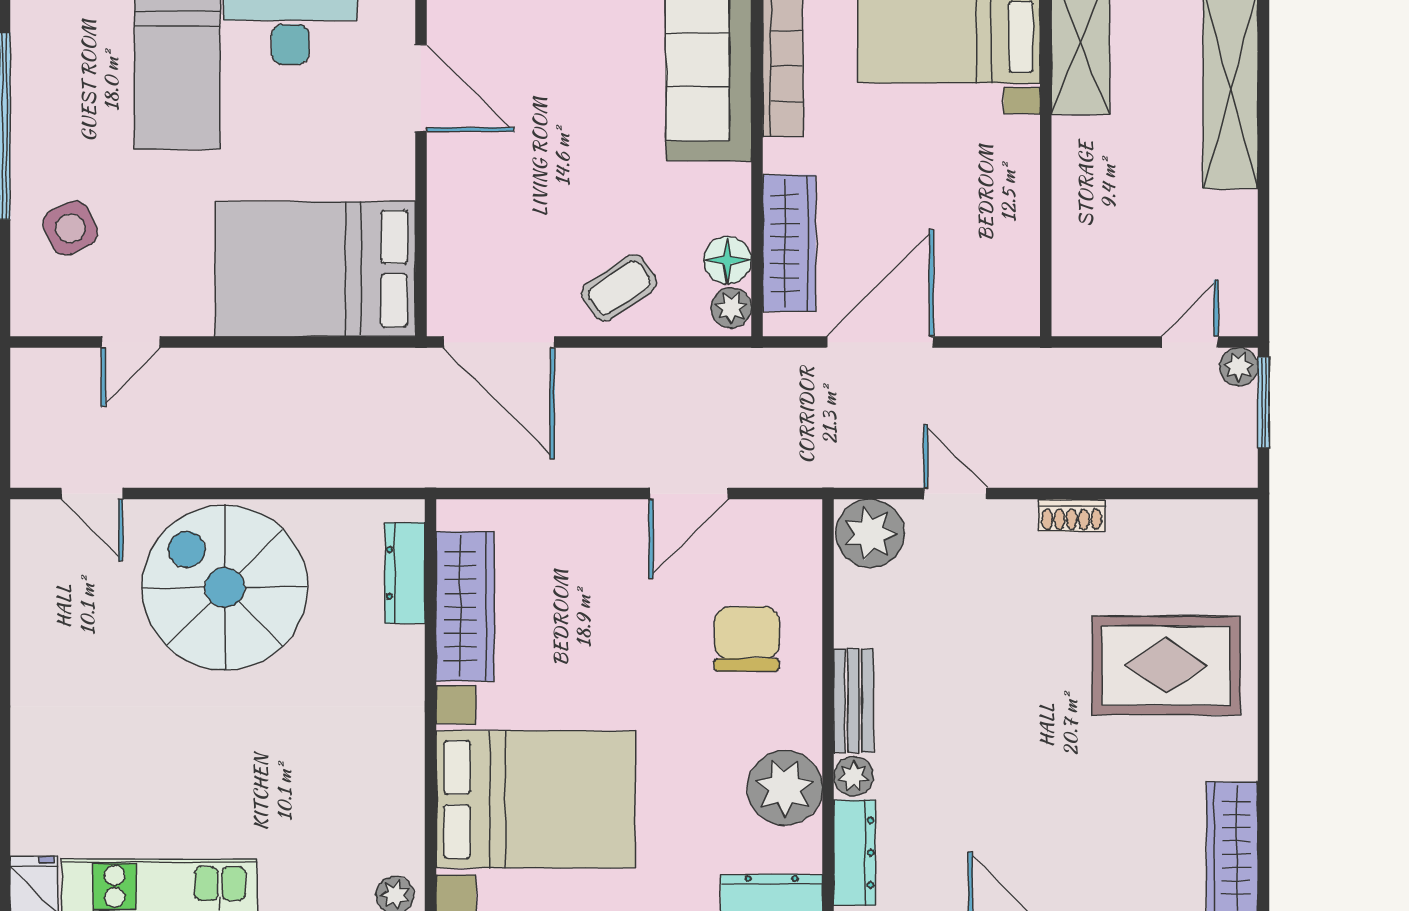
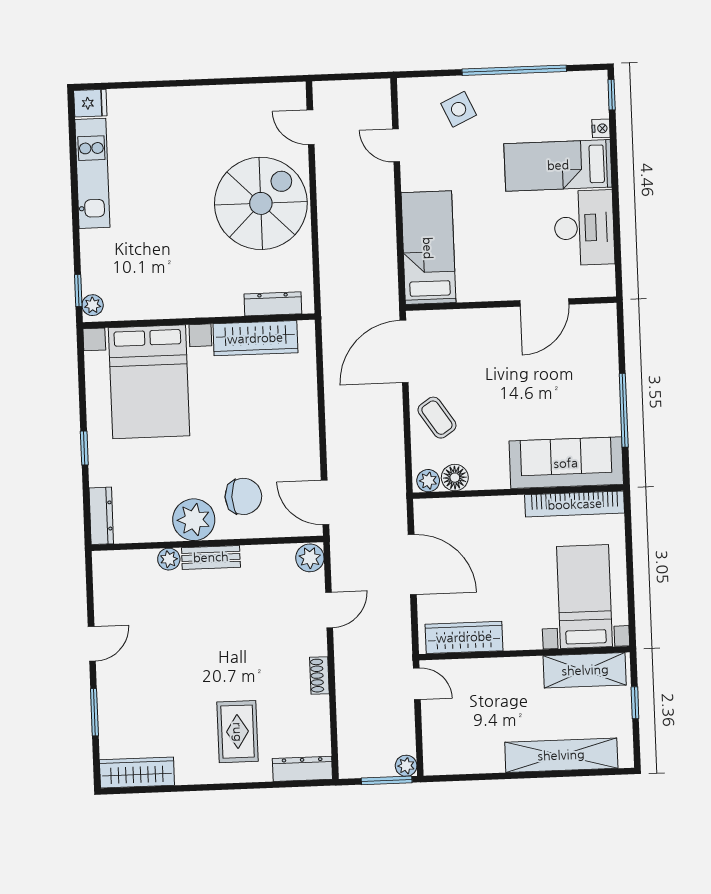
wardrobe: (789, 243) -> (464, 637), moved, turned 180
bed: (315, 269) -> (428, 248), width x0.67
door: (1190, 342) -> (417, 684), moved
door: (92, 494) -> (311, 127), hinge flipped
door: (688, 494) -> (325, 502), moved
plant: (870, 533) -> (310, 558), width x0.73, depth x0.73
rug: (1166, 665) -> (238, 732), width x0.73, depth x0.70
plant: (785, 788) -> (194, 520), moved
dresser: (854, 853) -> (302, 769), moved, turned 180

